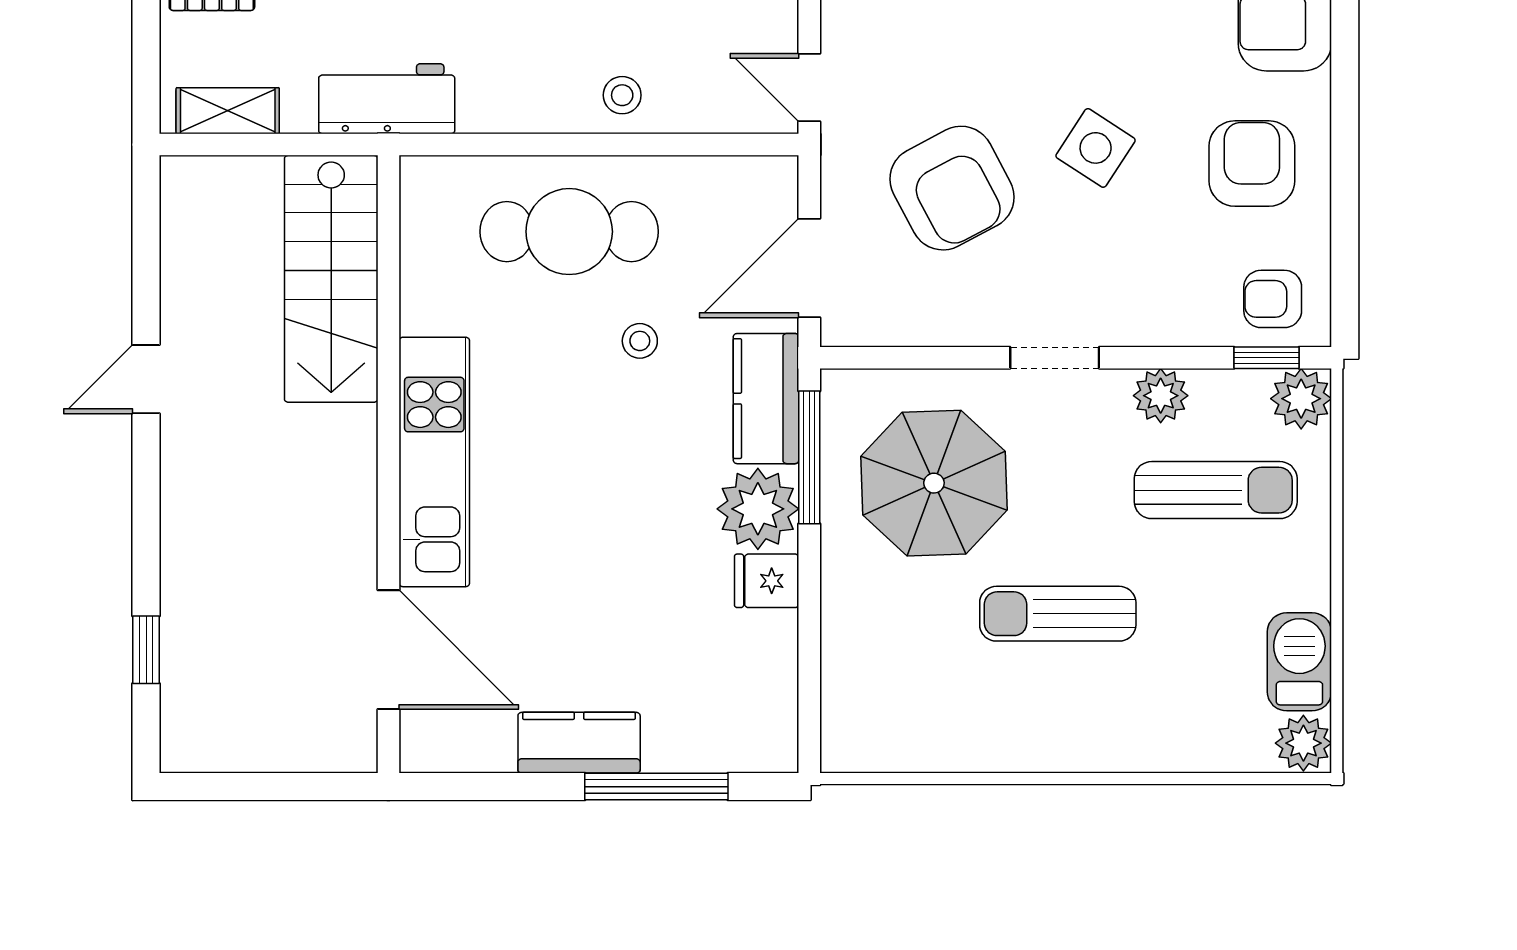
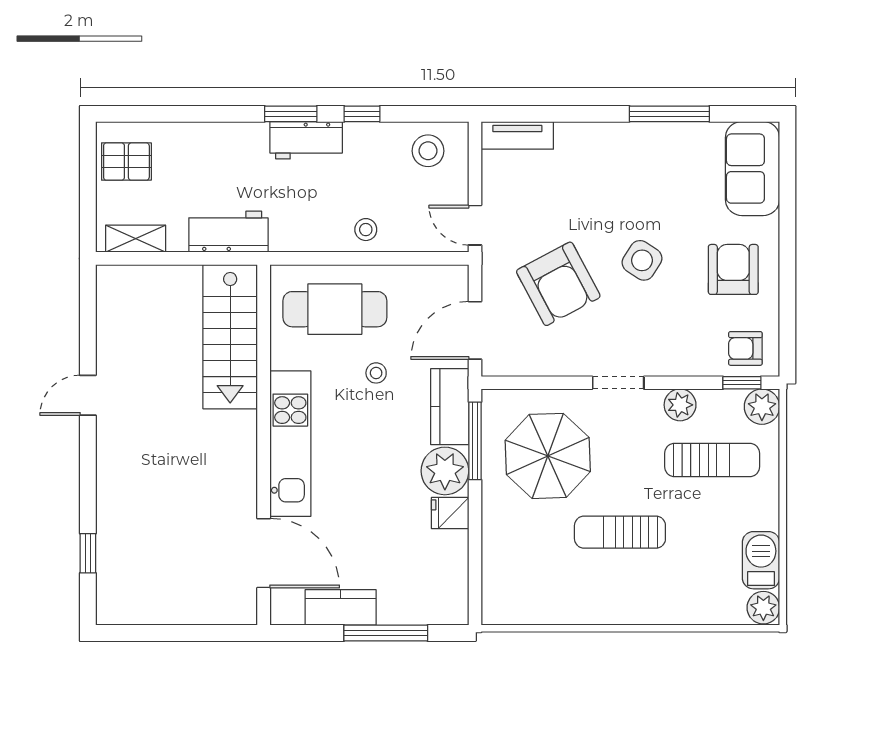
stairs: (331, 279) -> (230, 337), moved
kitchen unit: (434, 462) -> (290, 444), moved
wall: (388, 464) -> (264, 445), moved
door: (388, 650) -> (264, 553), moved

